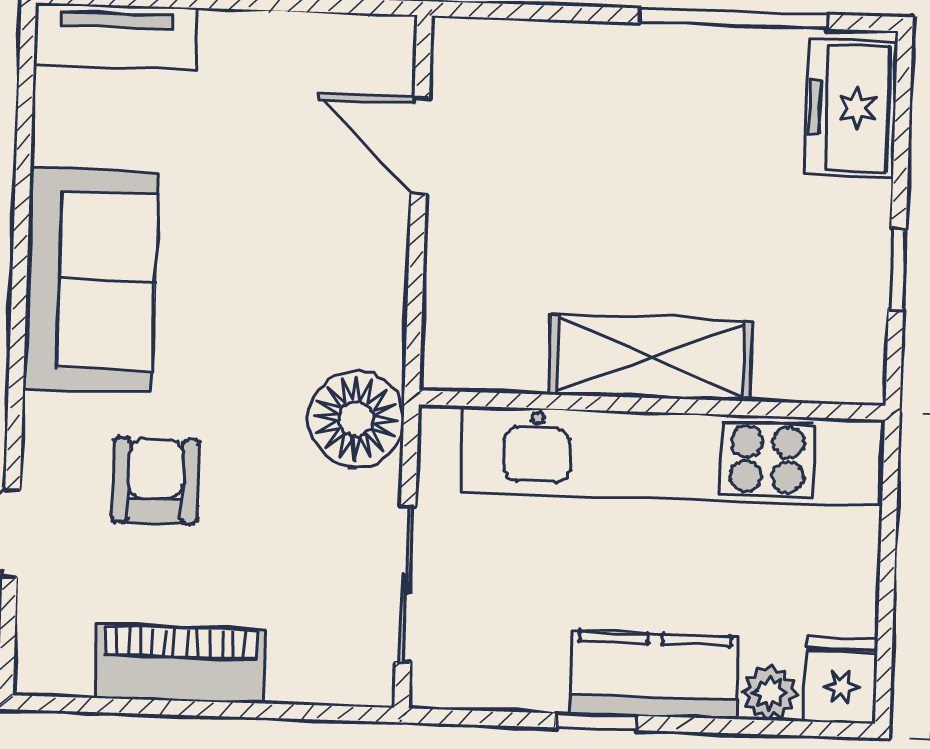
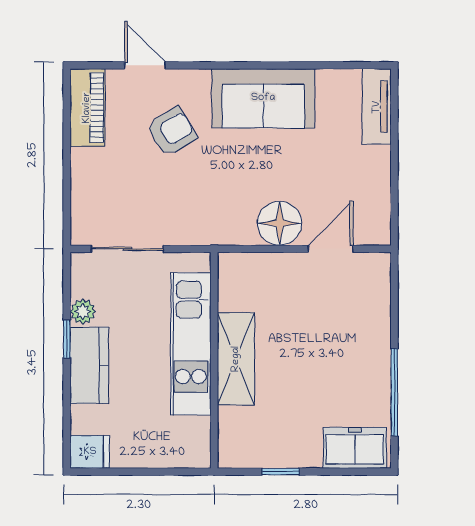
floor lamp: (356, 419) -> (280, 223), moved
kitchen unit: (671, 456) -> (191, 344), width x0.73
armchair: (156, 481) -> (172, 132), turned -31
piano: (180, 663) -> (87, 108), moved
plant: (770, 693) -> (83, 312), moved

